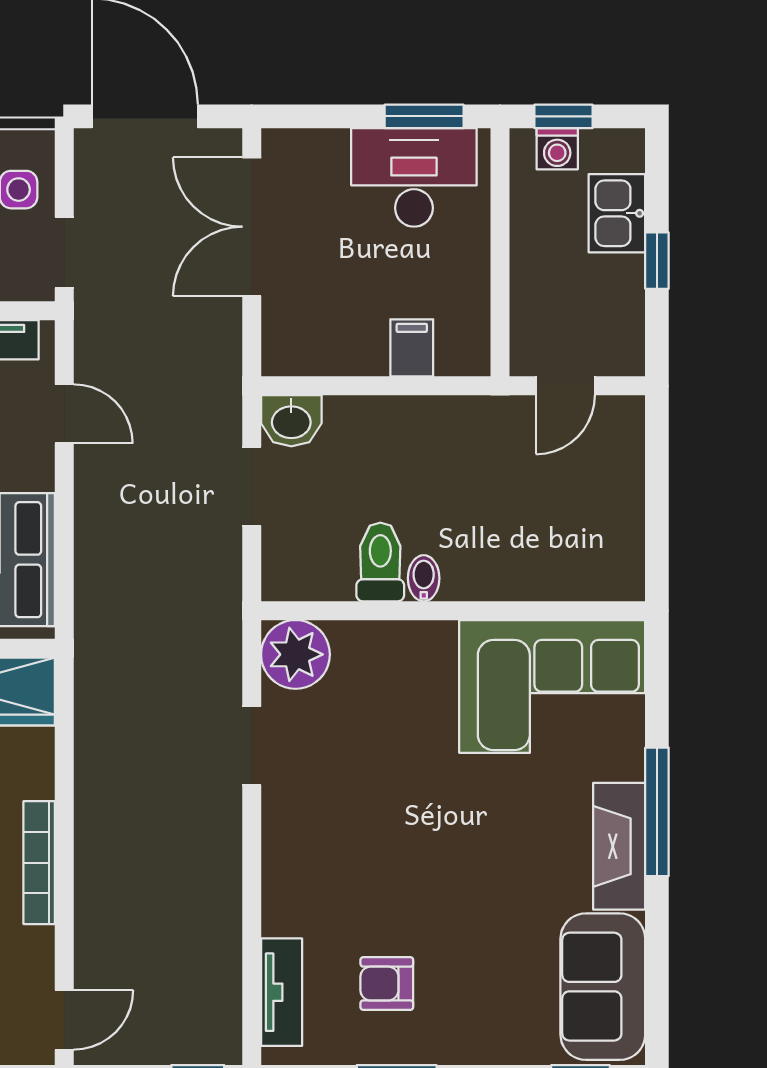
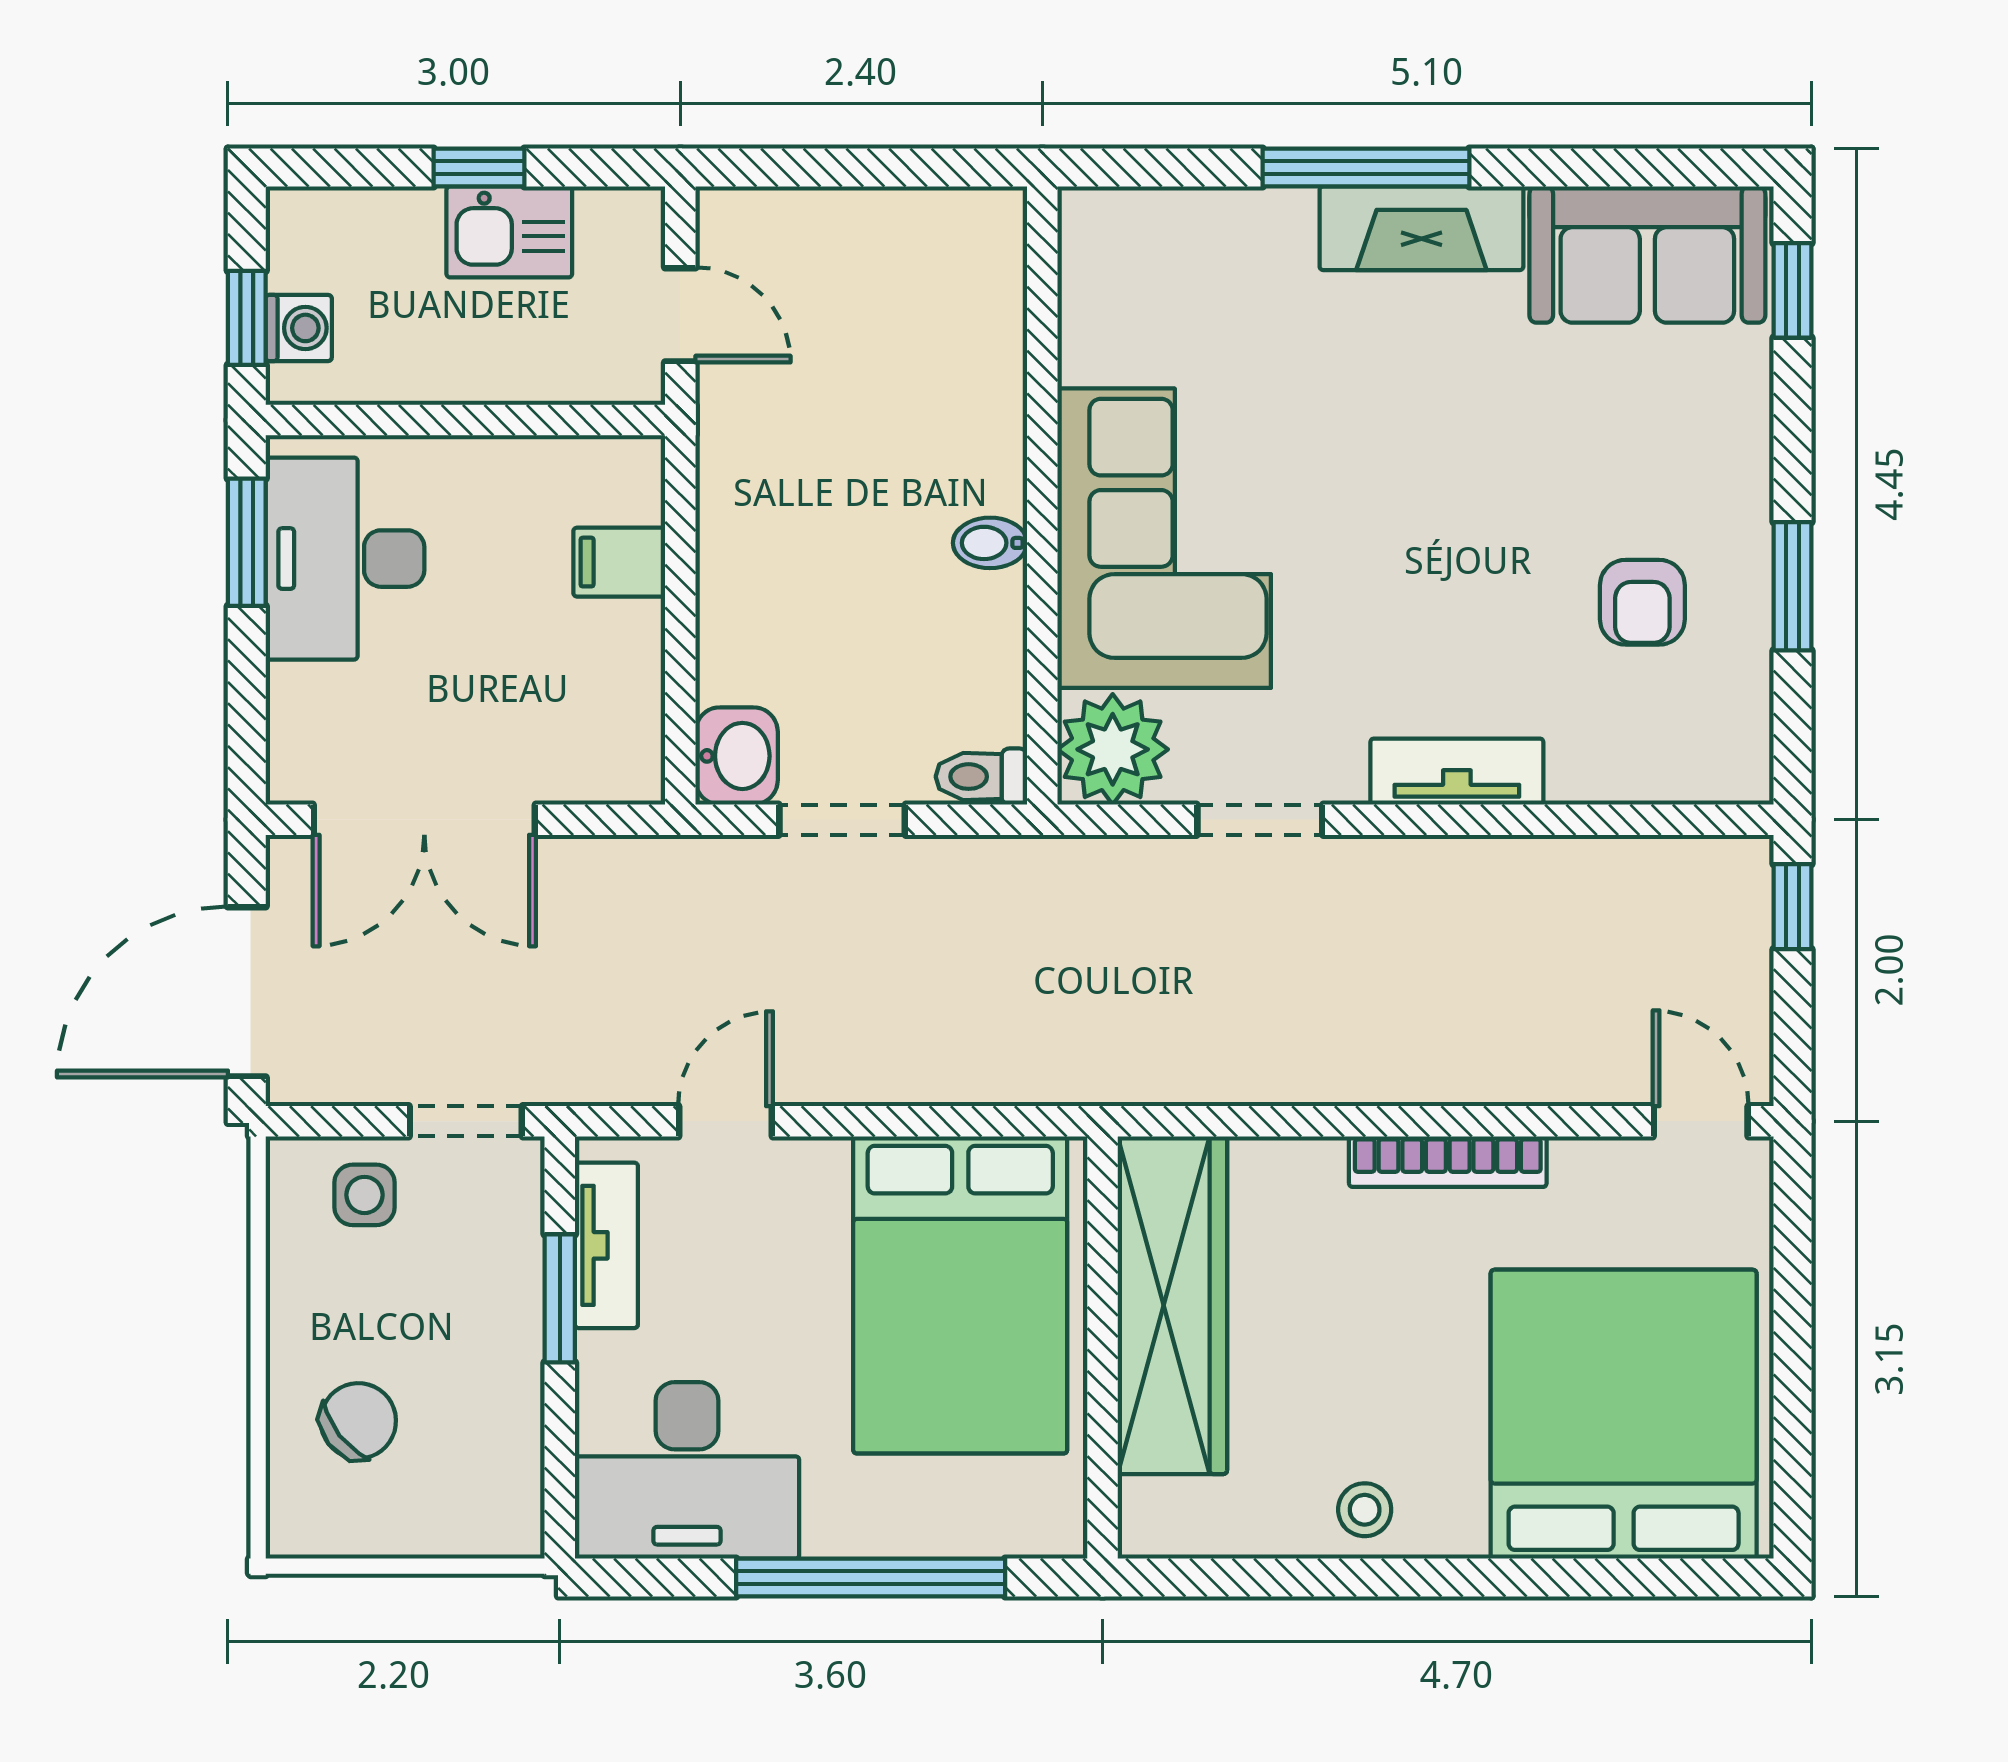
kitchen sink: (617, 213) -> (509, 232), moved
toilet: (380, 562) -> (981, 777), moved, width x0.73, depth x0.72
corner sofa: (552, 686) -> (1164, 538), moved
tv unit: (282, 992) -> (1457, 772), moved

